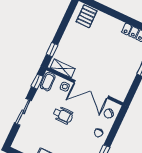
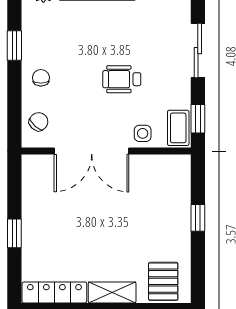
window: (52, 50) -> (198, 218), moved
shelving: (63, 68) -> (112, 293), moved
double door: (91, 89) -> (92, 151), swing flipped

